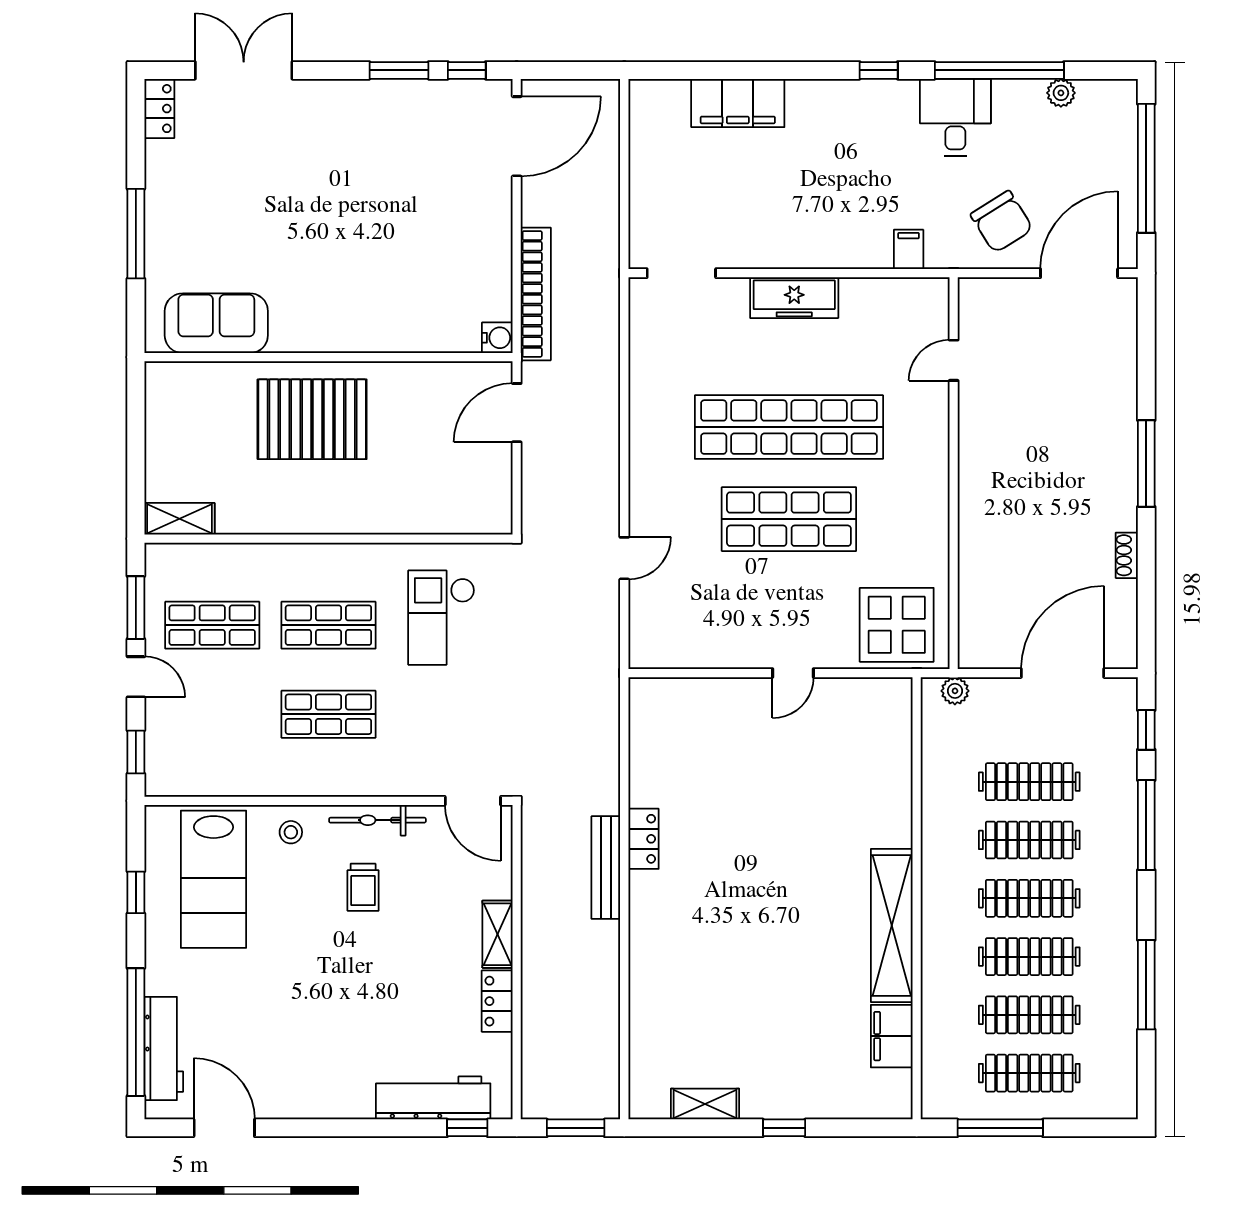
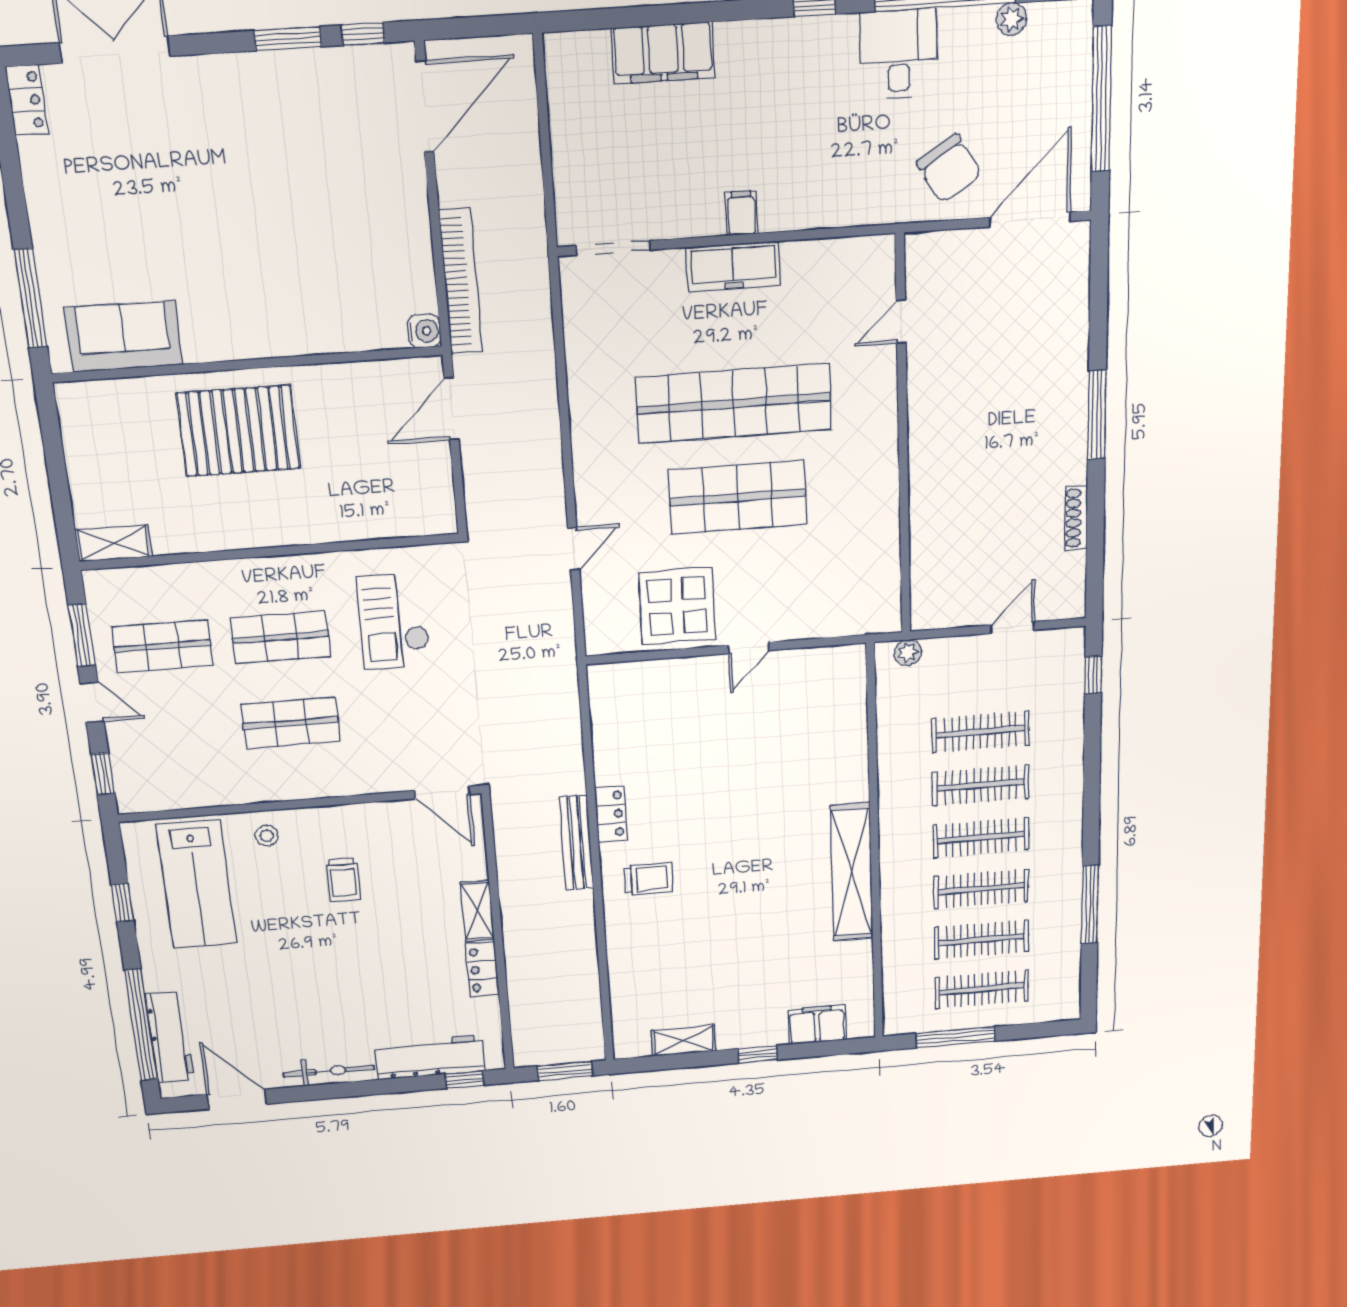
window: (136, 234) -> (30, 298), moved
filing cabinet: (909, 249) -> (742, 213), moved
shoe rack: (1127, 555) -> (1076, 518), width x1.43
display table: (897, 625) -> (677, 606), moved
door: (1063, 673) -> (1013, 627), width x0.53
bicycle: (377, 820) -> (329, 1071), moved, turned 180
window: (1146, 825) -> (1092, 763), removed
trolley: (678, 914) -> (648, 879), added
filing cabinet: (892, 1036) -> (817, 1025), moved, turned 90

